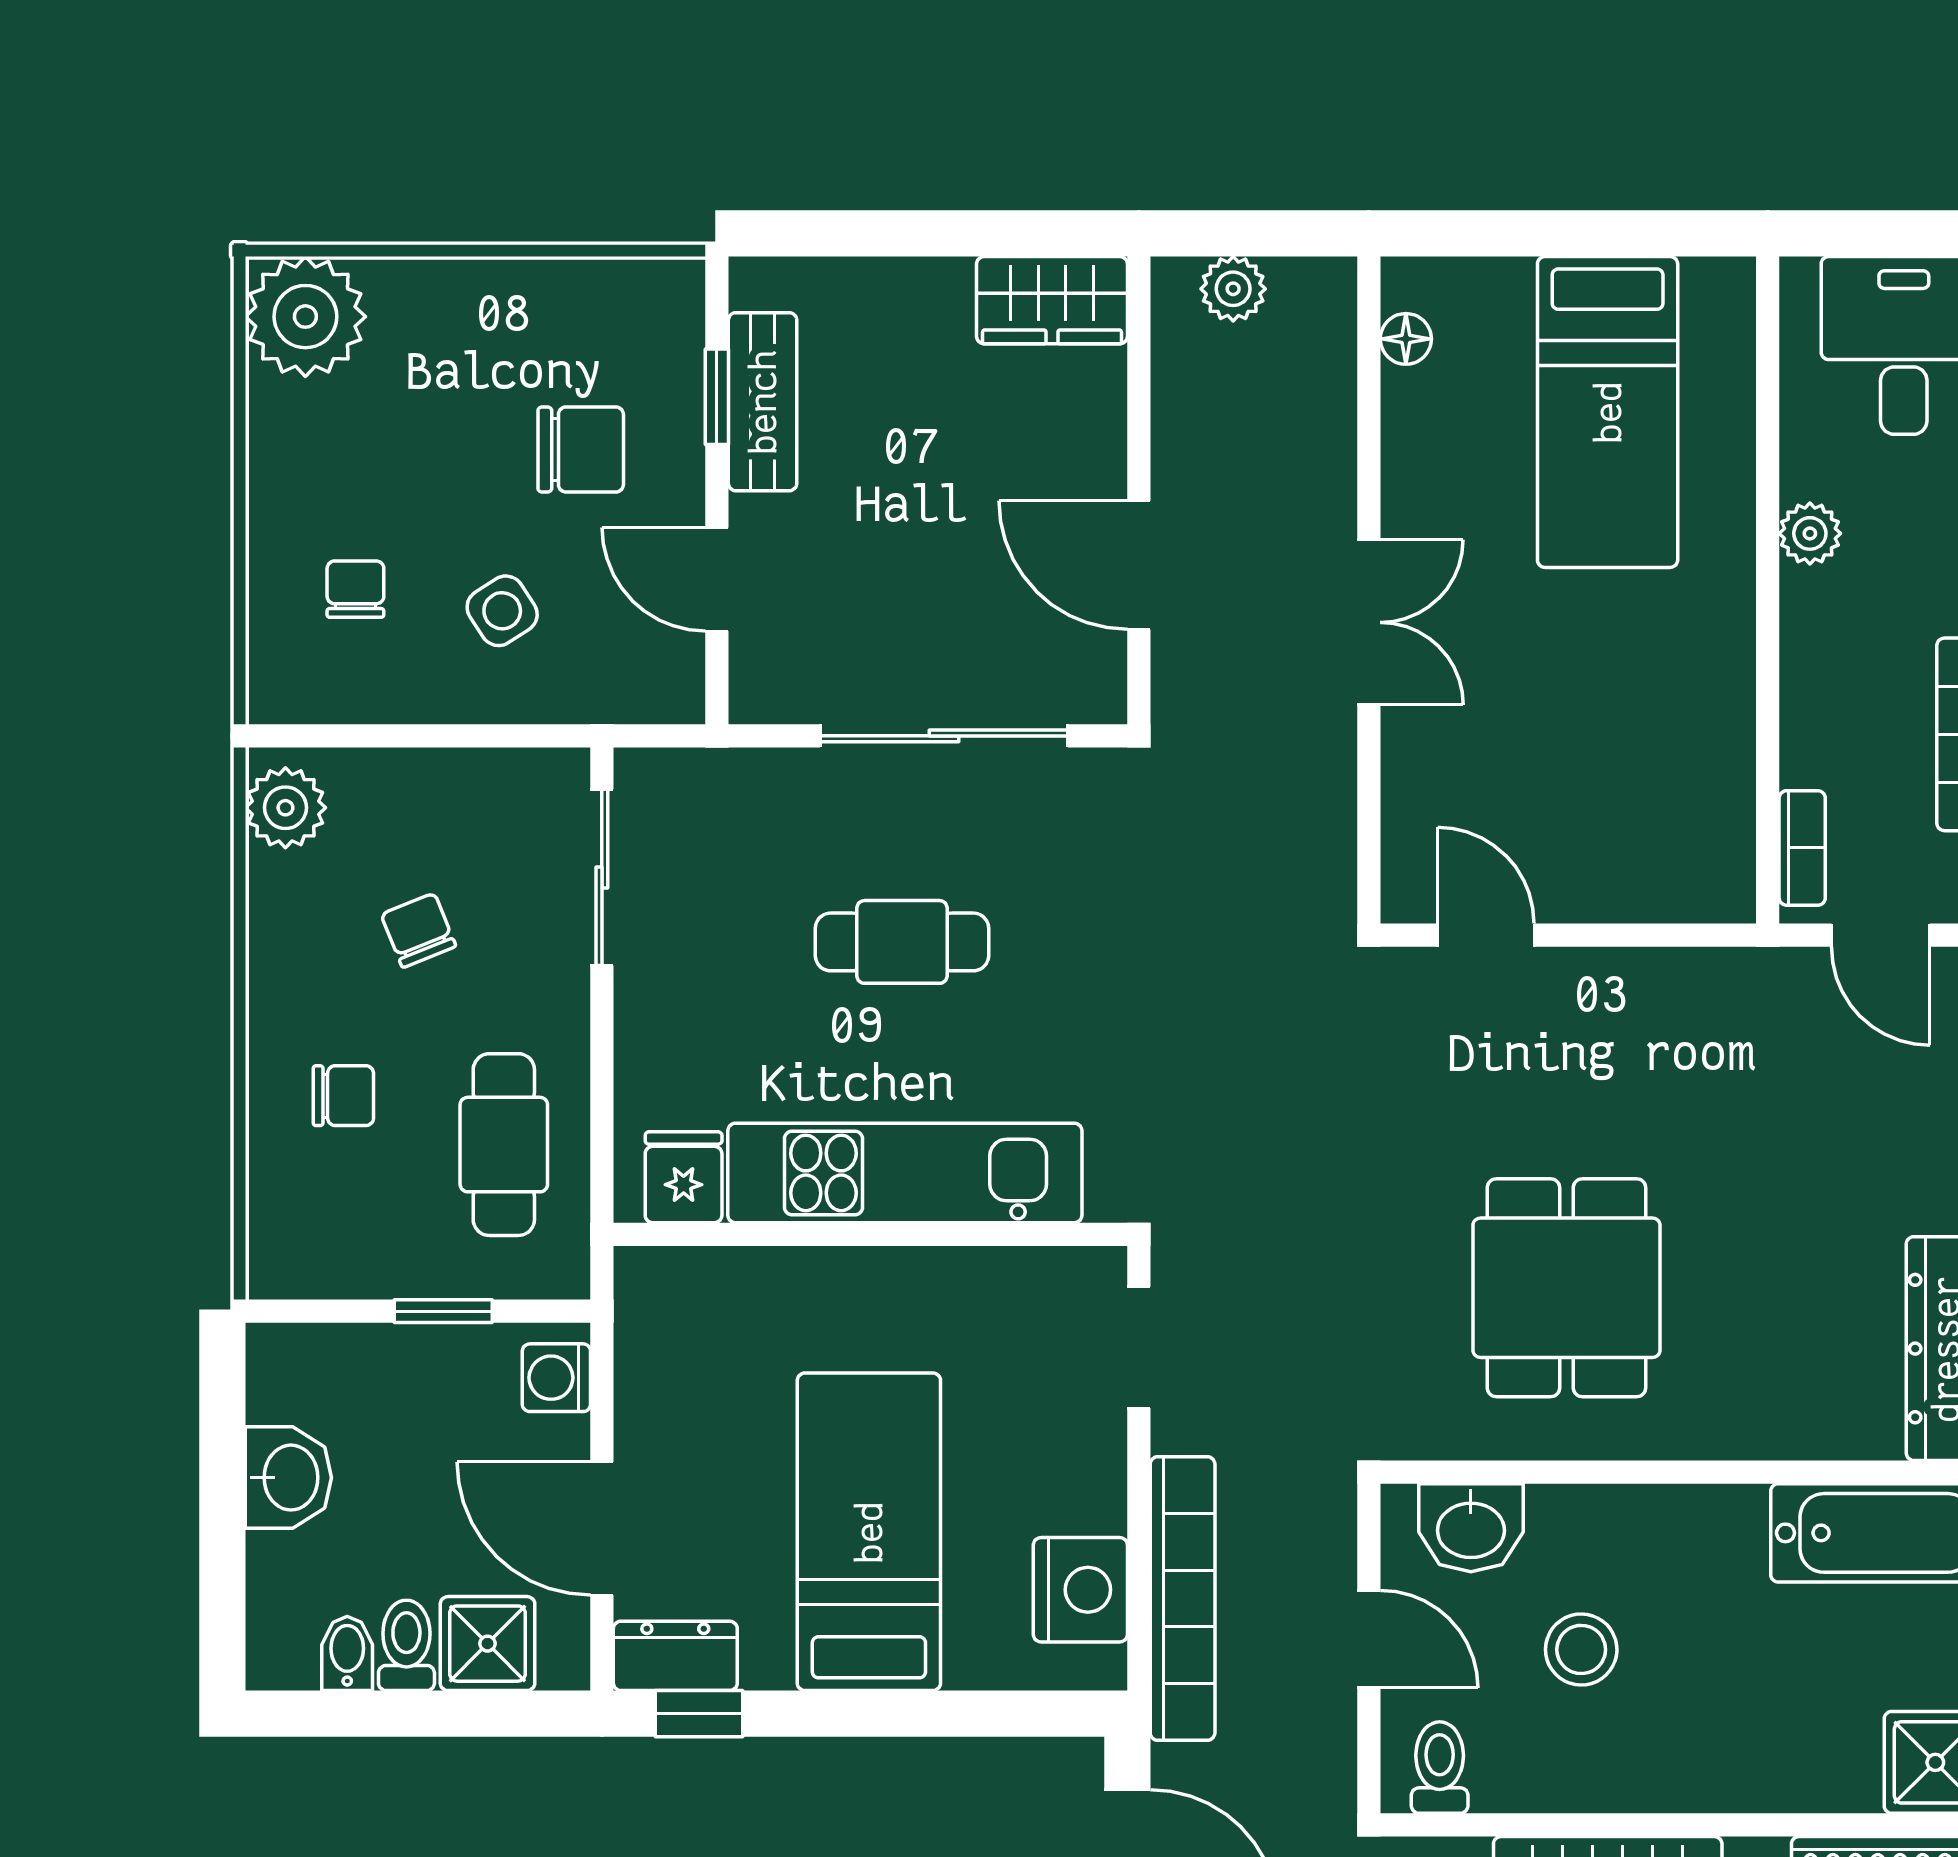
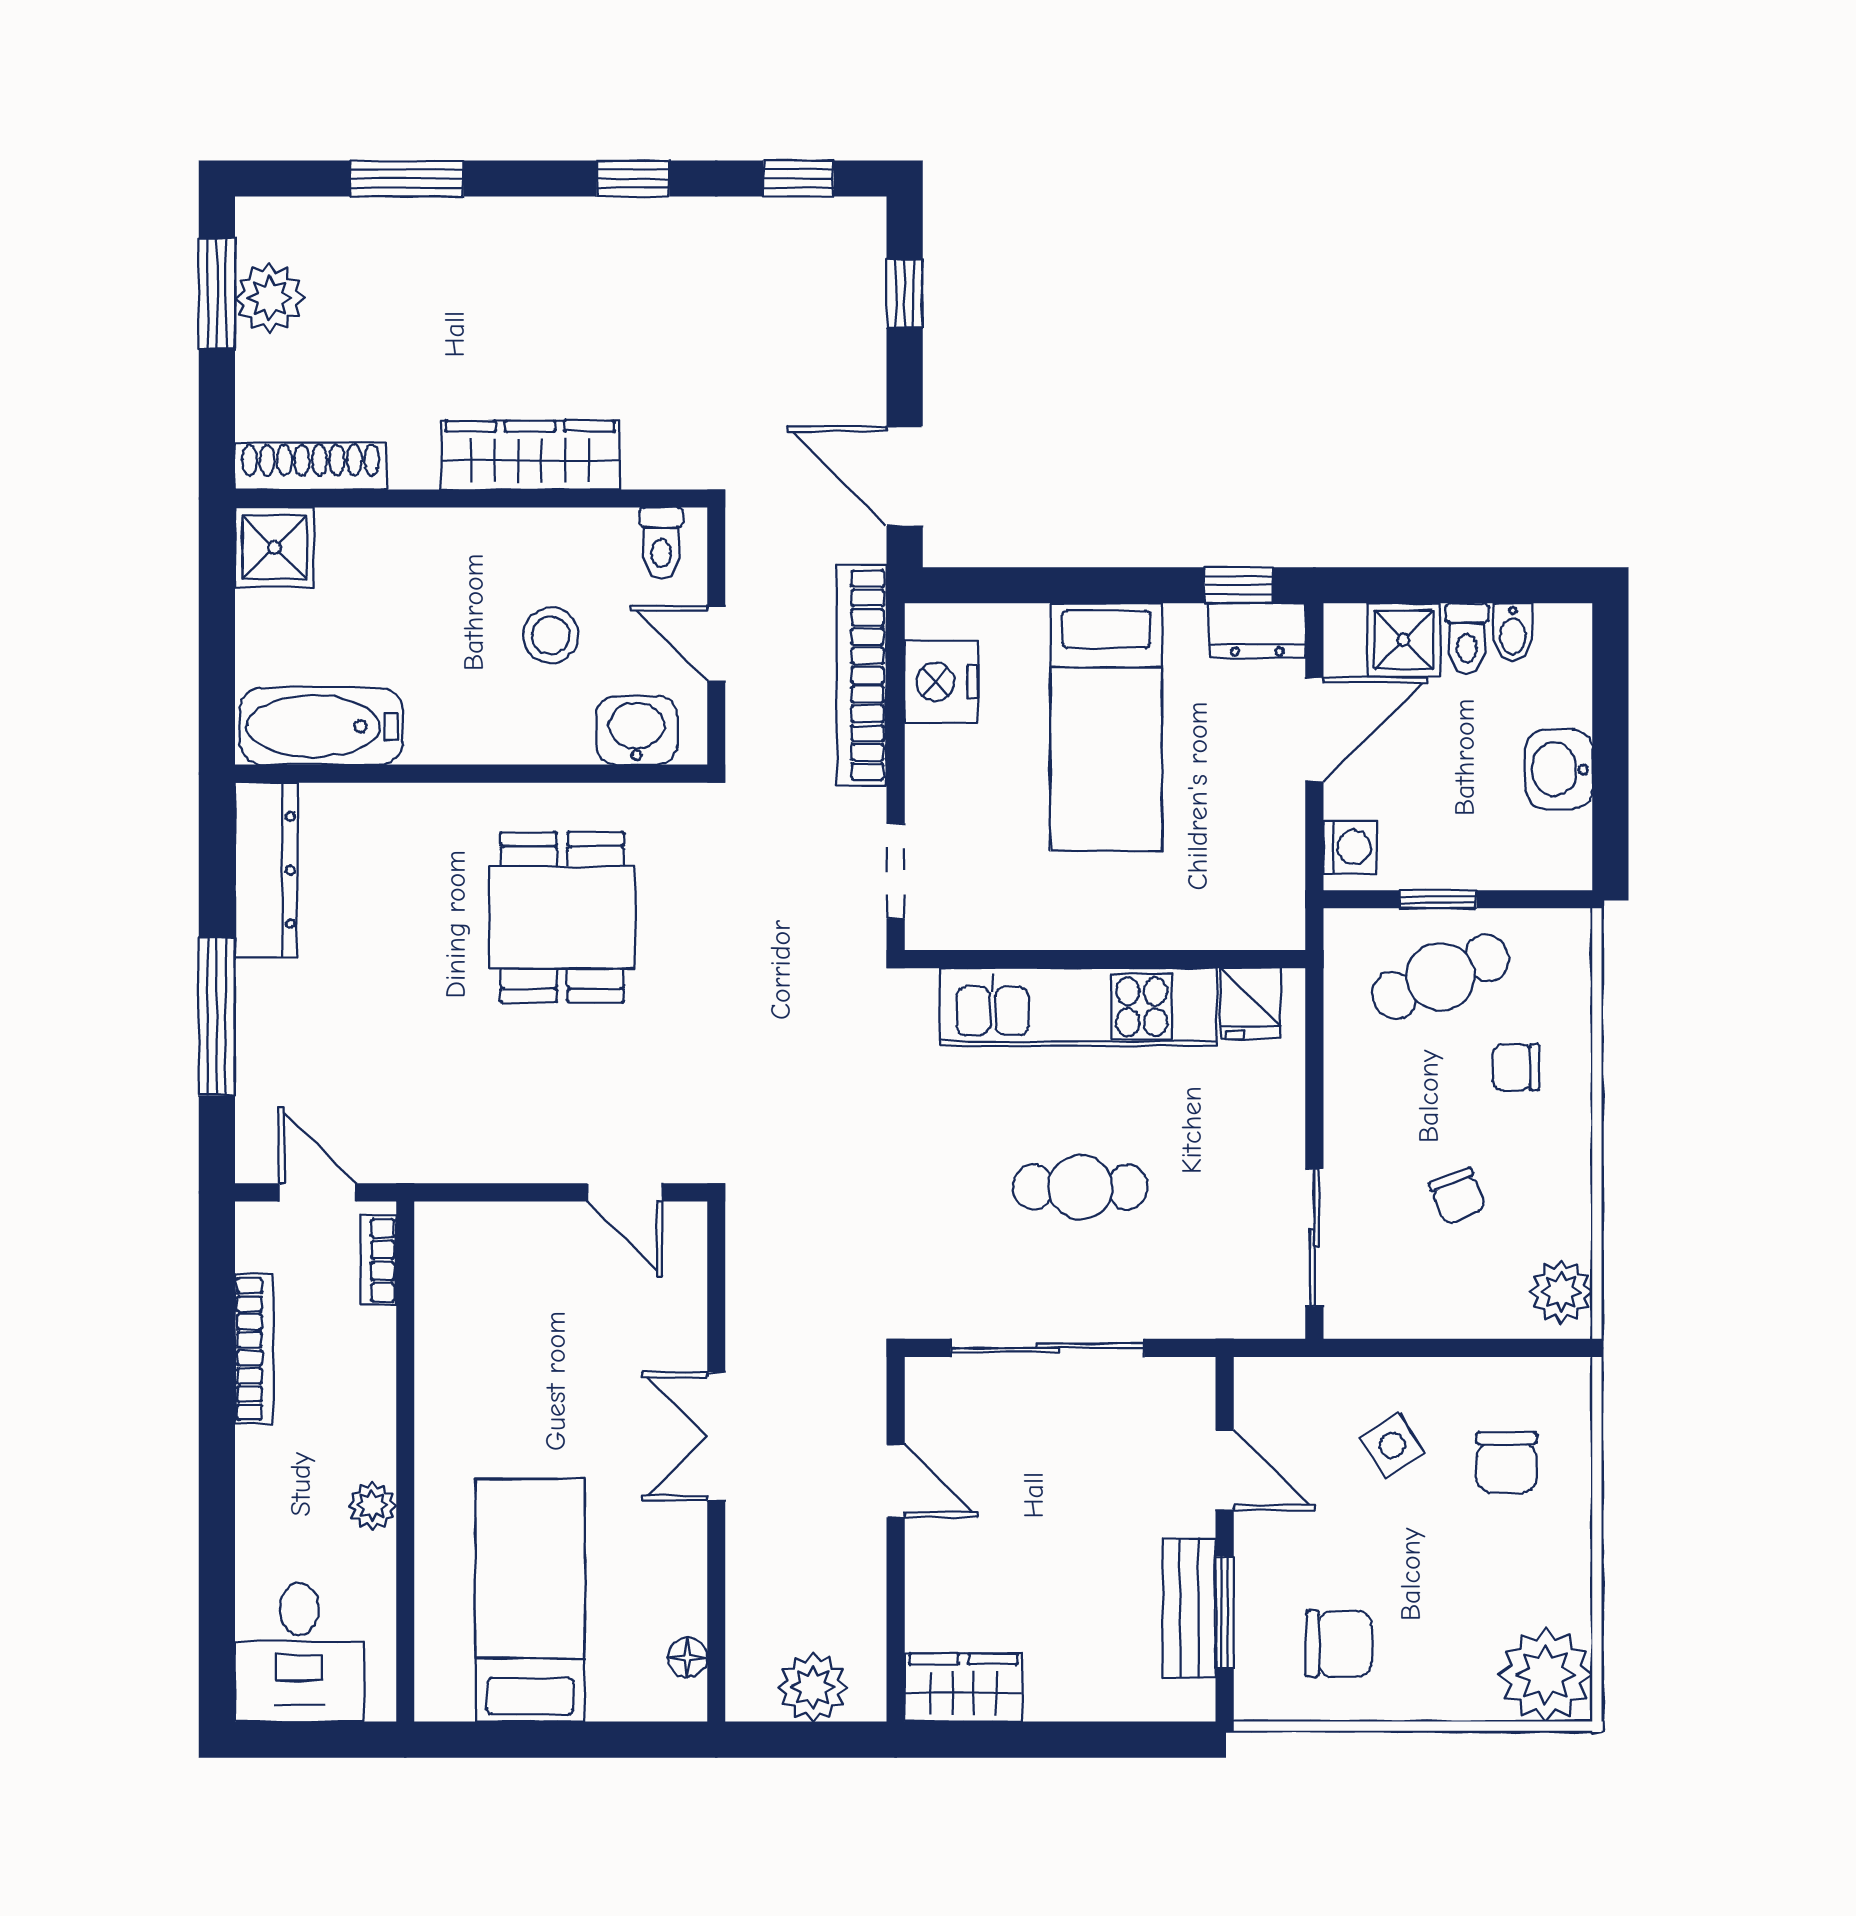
plant: (1233, 289) -> (813, 1687), width x1.38, depth x1.38
window: (717, 397) -> (1225, 1612), width x1.50
chair: (581, 449) -> (1339, 1644), moved, turned 180
door: (1139, 565) -> (896, 1481), width x0.73
chair: (355, 589) -> (1507, 1462), width x1.37, depth x1.37
cafe table: (504, 1145) -> (1440, 977), moved, turned 68
door: (602, 1529) -> (1314, 730), hinge flipped

